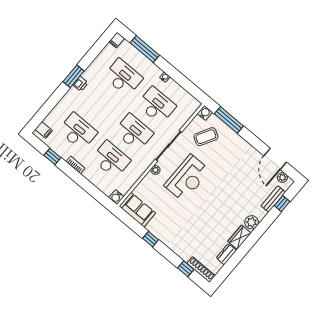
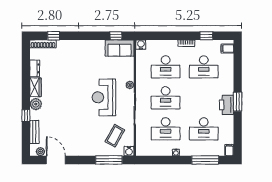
printer: (80, 84) -> (227, 105), width x1.87, depth x1.48
window: (282, 204) -> (26, 116), moved
window: (151, 239) -> (116, 36), moved

